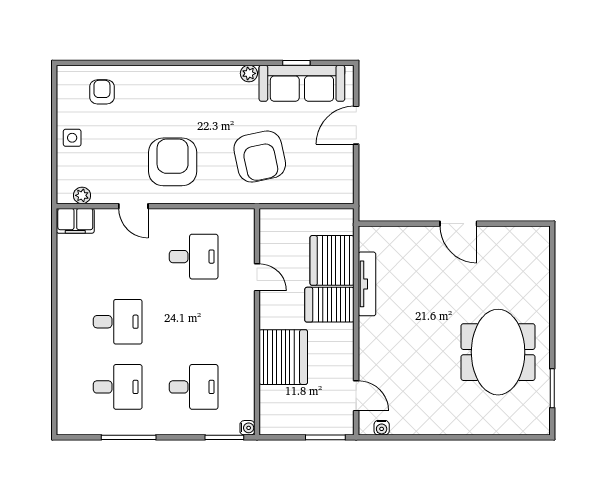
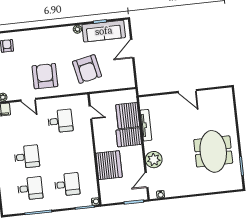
door: (257, 277) -> (90, 112), moved
plant: (375, 356) -> (154, 160), added
door: (356, 396) -> (147, 180), swing flipped

